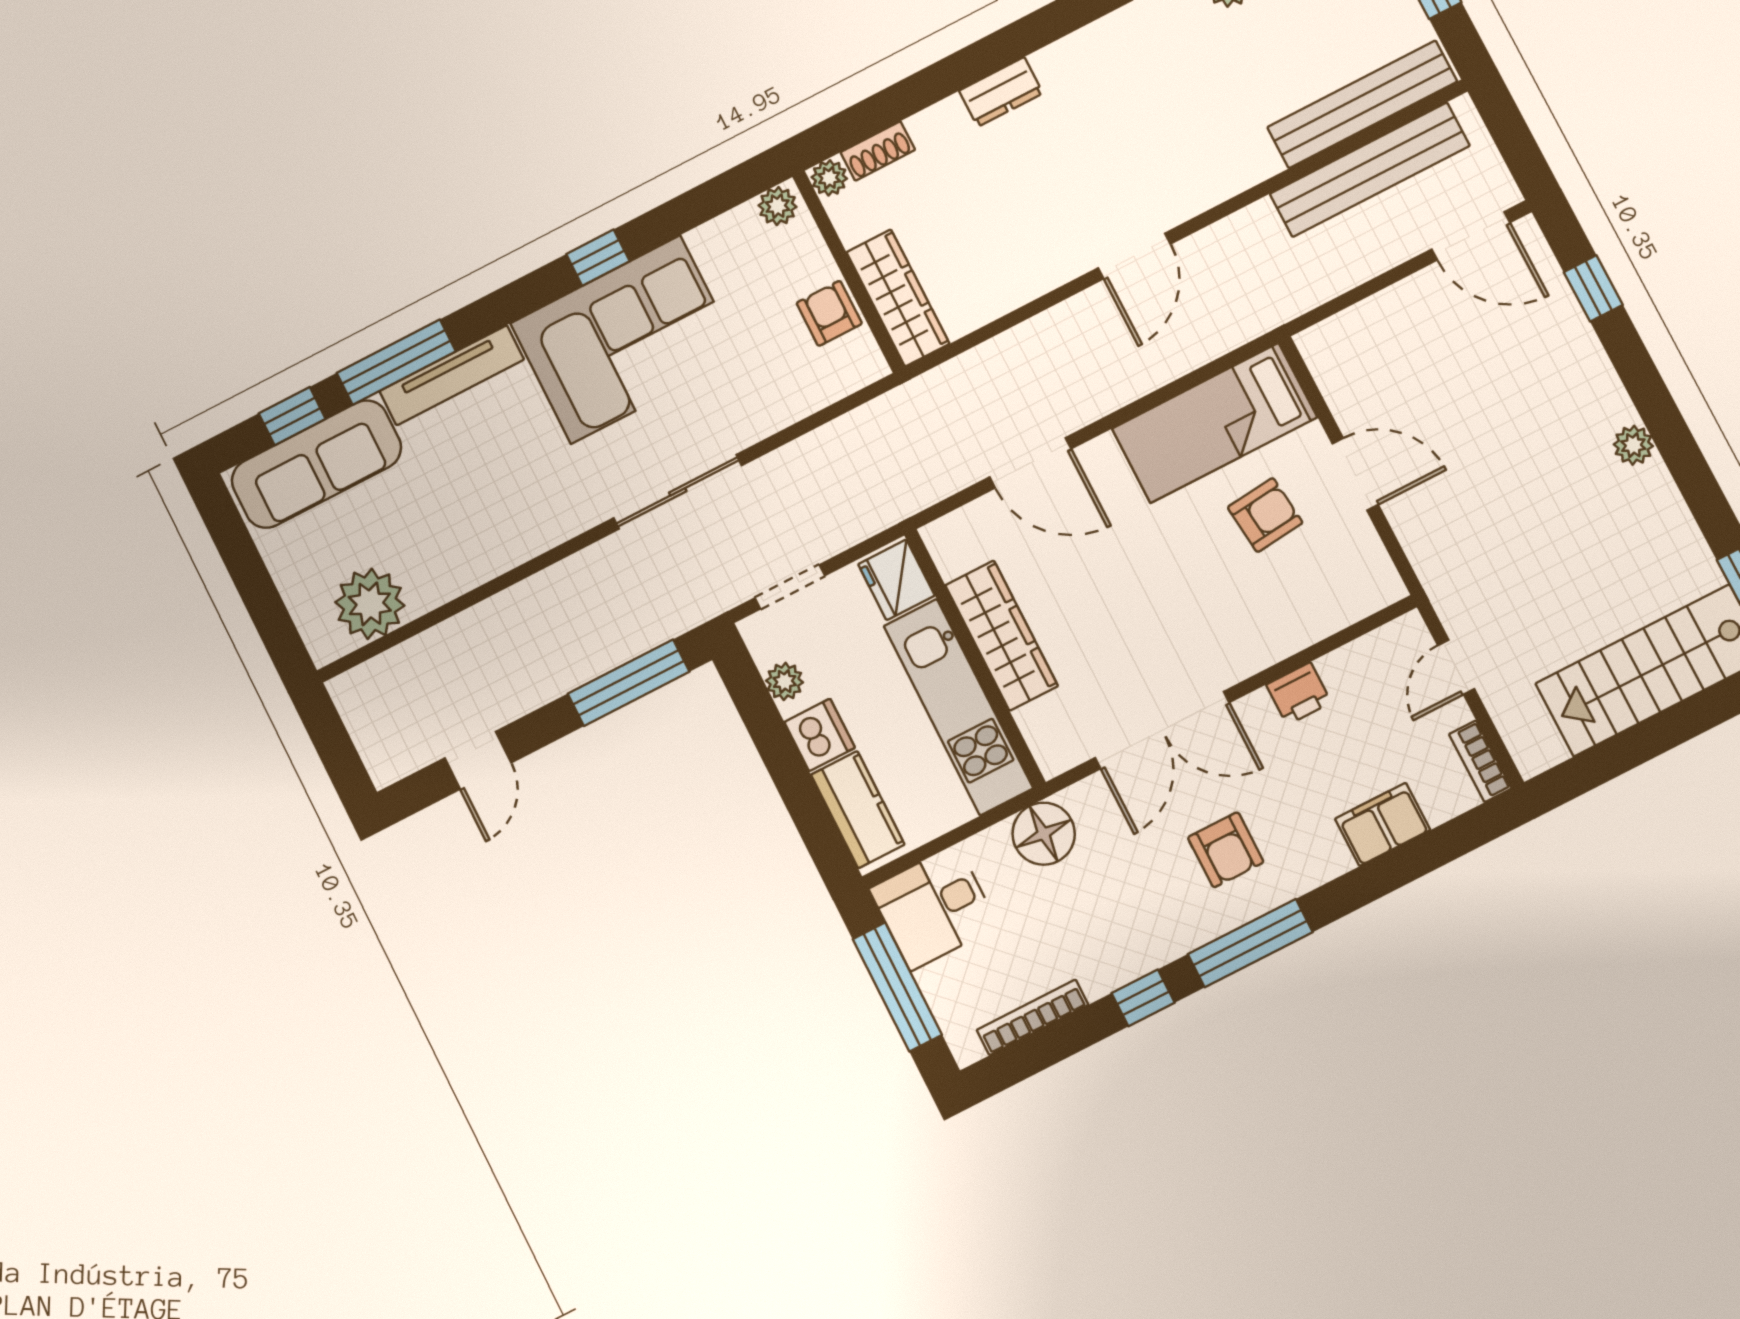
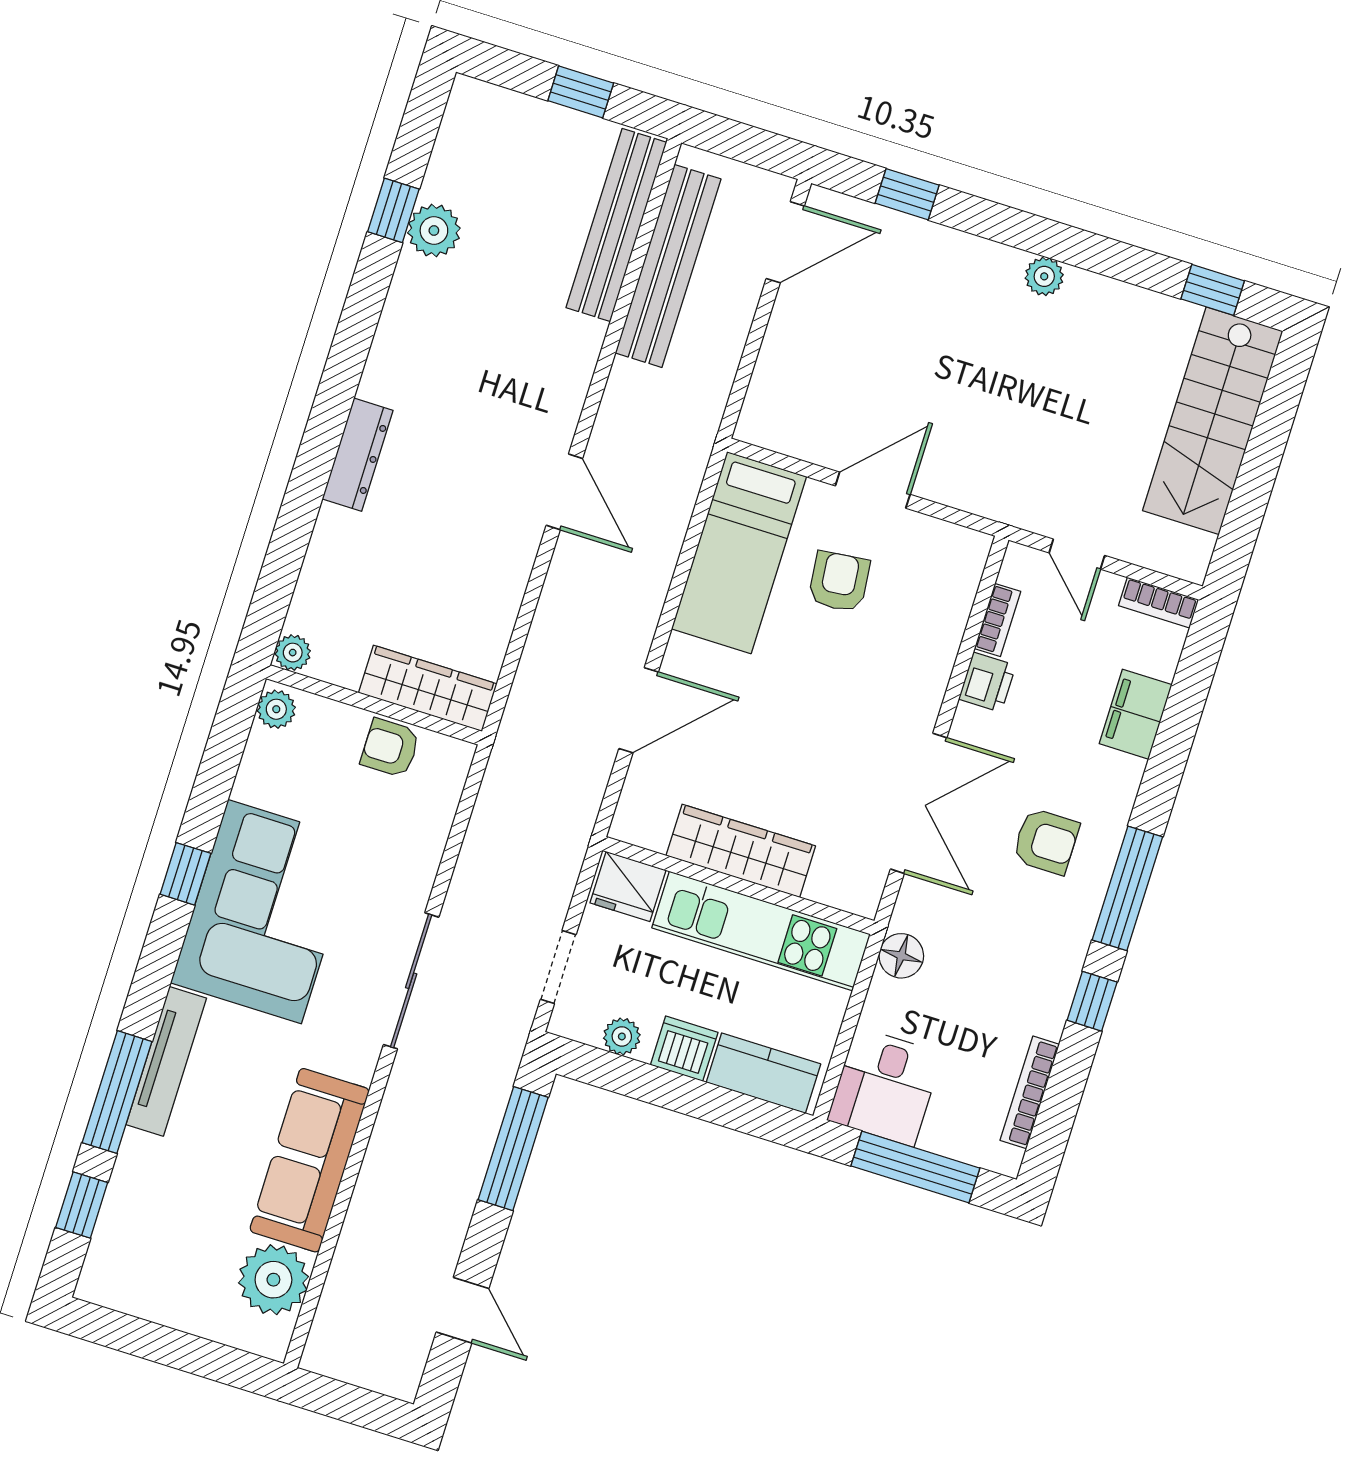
dresser: (1001, 92) -> (358, 455), width x1.44
shoe rack: (878, 151) -> (308, 599), removed
sofa: (316, 464) -> (310, 1160), moved, turned 180
bookcase: (1351, 657) -> (998, 620), added
floor lamp: (1044, 834) -> (901, 956), width x0.73, depth x0.73

